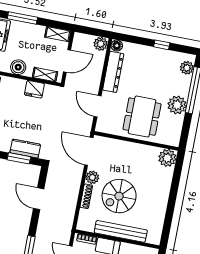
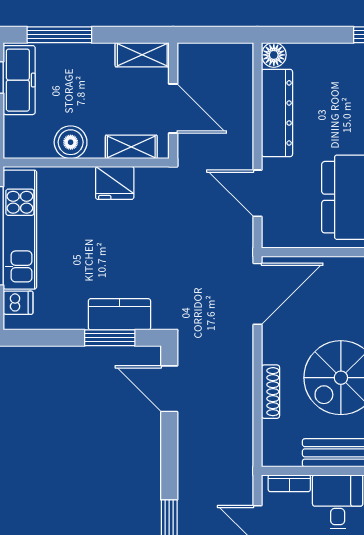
plant: (101, 44) -> (238, 58), removed
door: (67, 61) -> (173, 109), hinge flipped
door: (89, 151) -> (257, 294), swing flipped
plant: (92, 177) -> (276, 348), removed
door: (39, 199) -> (169, 389), moved

